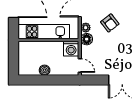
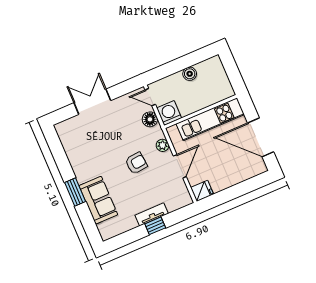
armchair: (110, 23) -> (136, 163), turned 122
floor lamp: (87, 39) -> (150, 119), moved

